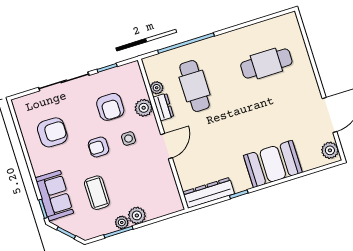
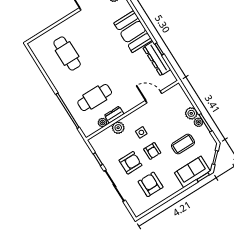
armchair: (110, 107) -> (130, 163), moved
door: (167, 146) -> (154, 97), moved
dresser: (209, 193) -> (157, 59), moved

